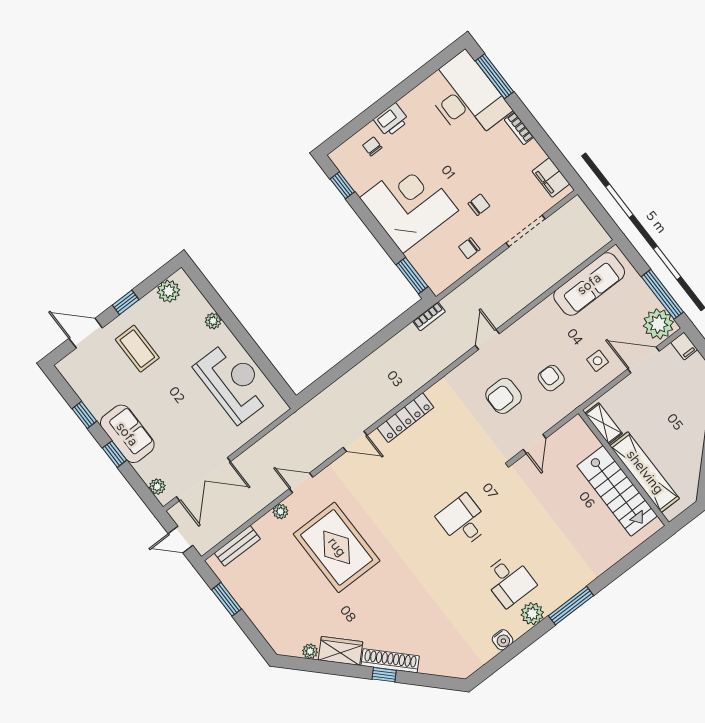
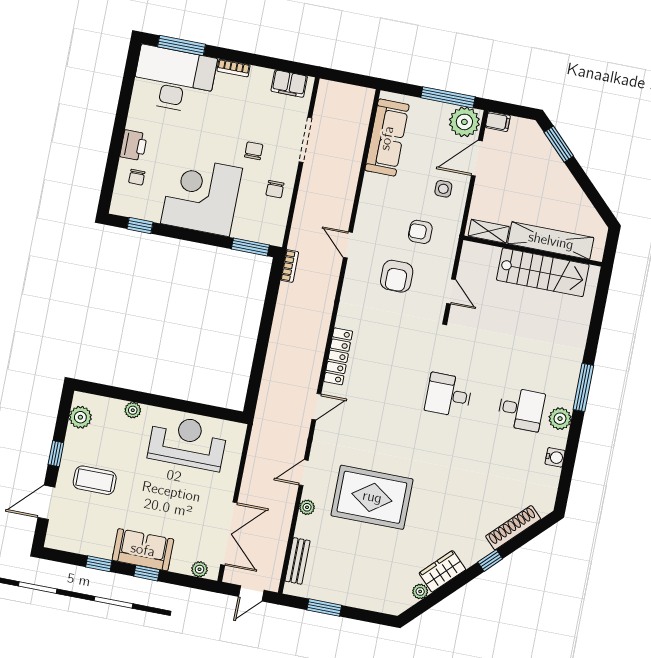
chair: (372, 146) -> (137, 177), turned -90
shoe rack: (390, 661) -> (513, 528), moved

